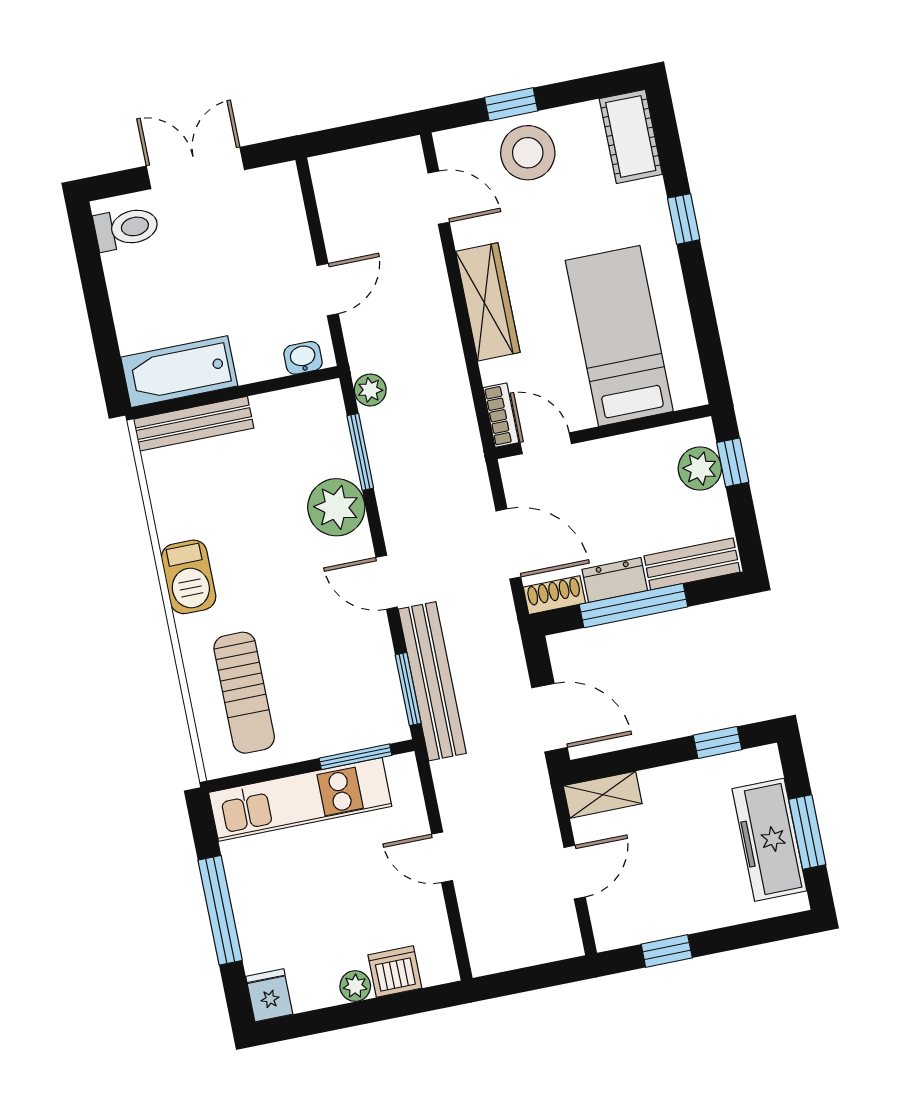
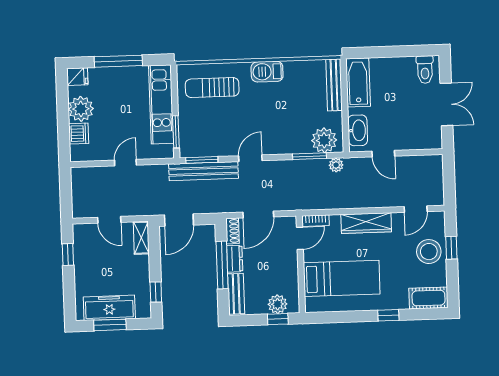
washbasin: (303, 358) -> (358, 130), width x1.91, depth x1.45
plant: (336, 507) -> (324, 140), moved
plant: (355, 986) -> (81, 109), width x1.87, depth x1.87

